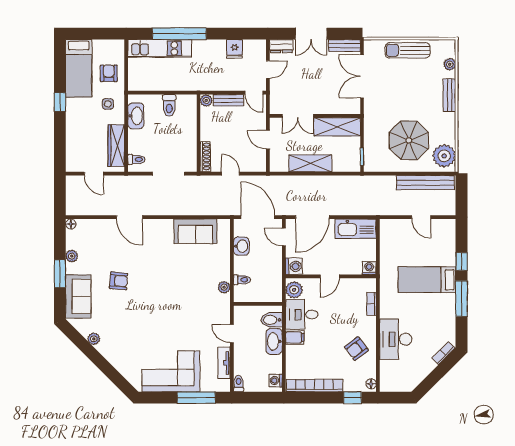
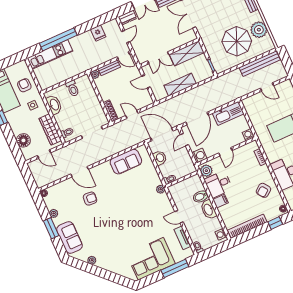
floor lamp: (75, 144) -> (23, 140), added
plant: (444, 156) -> (259, 30), moved
door: (284, 237) -> (184, 140), hinge flipped
armchair: (119, 281) -> (90, 199), moved
wall: (258, 304) -> (182, 179), moved

